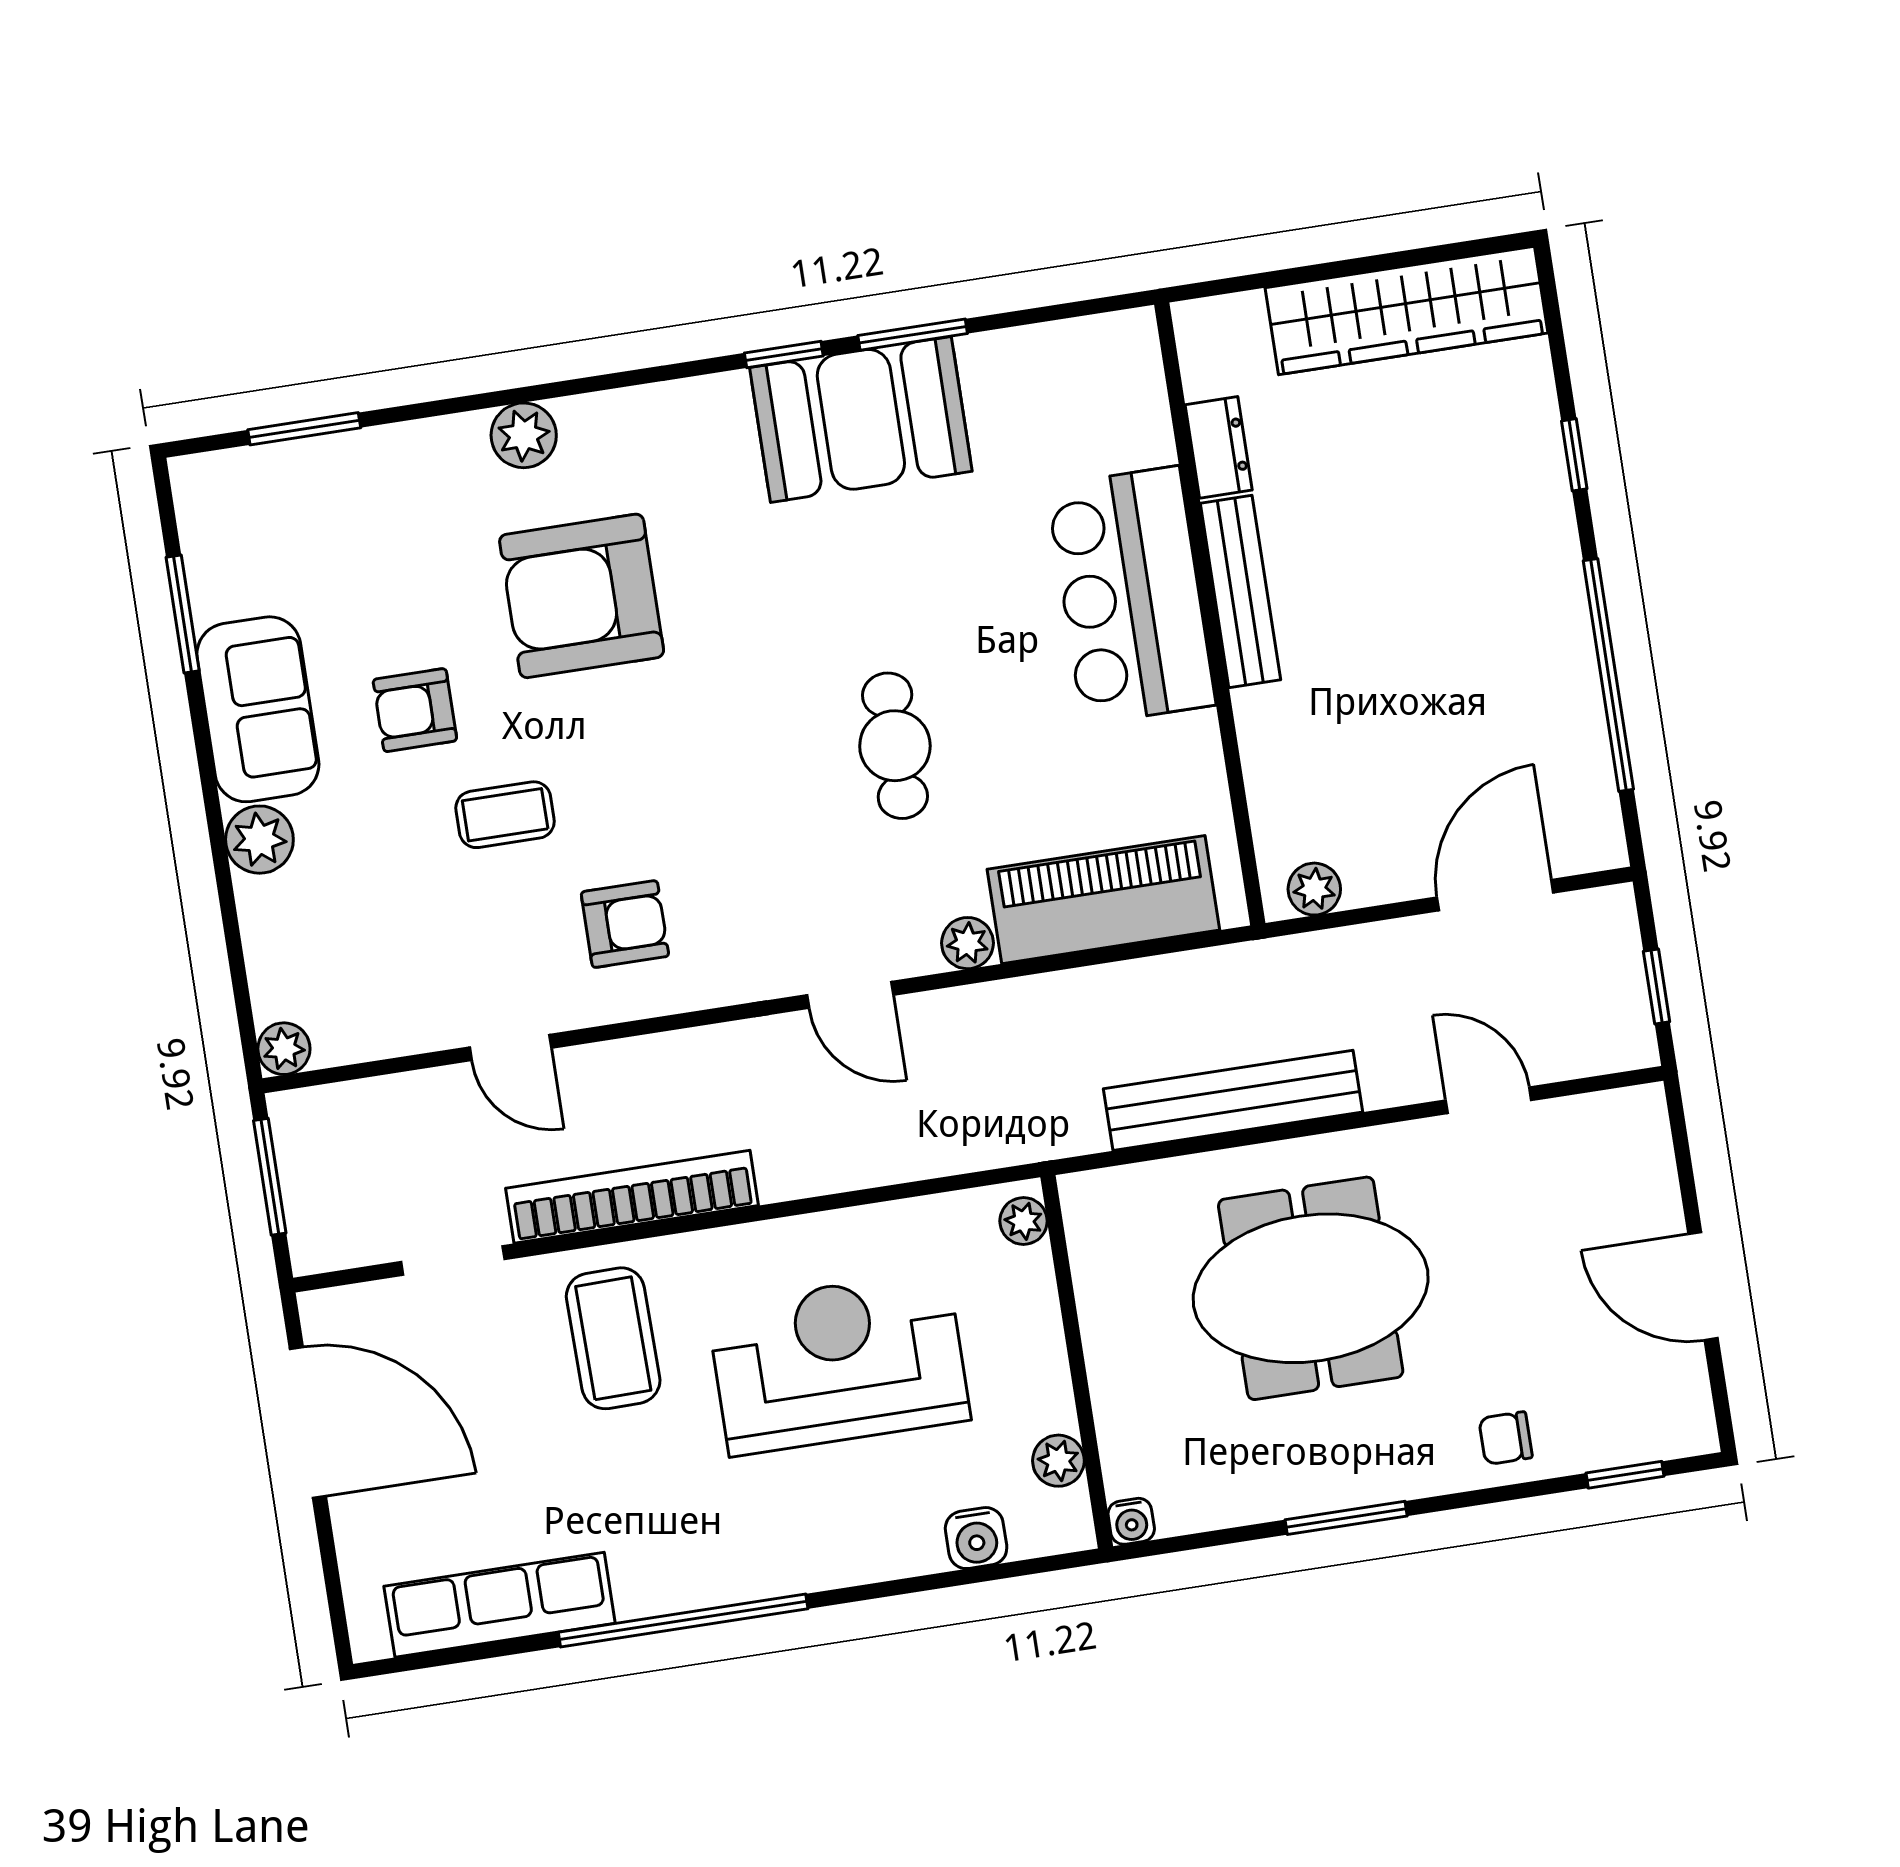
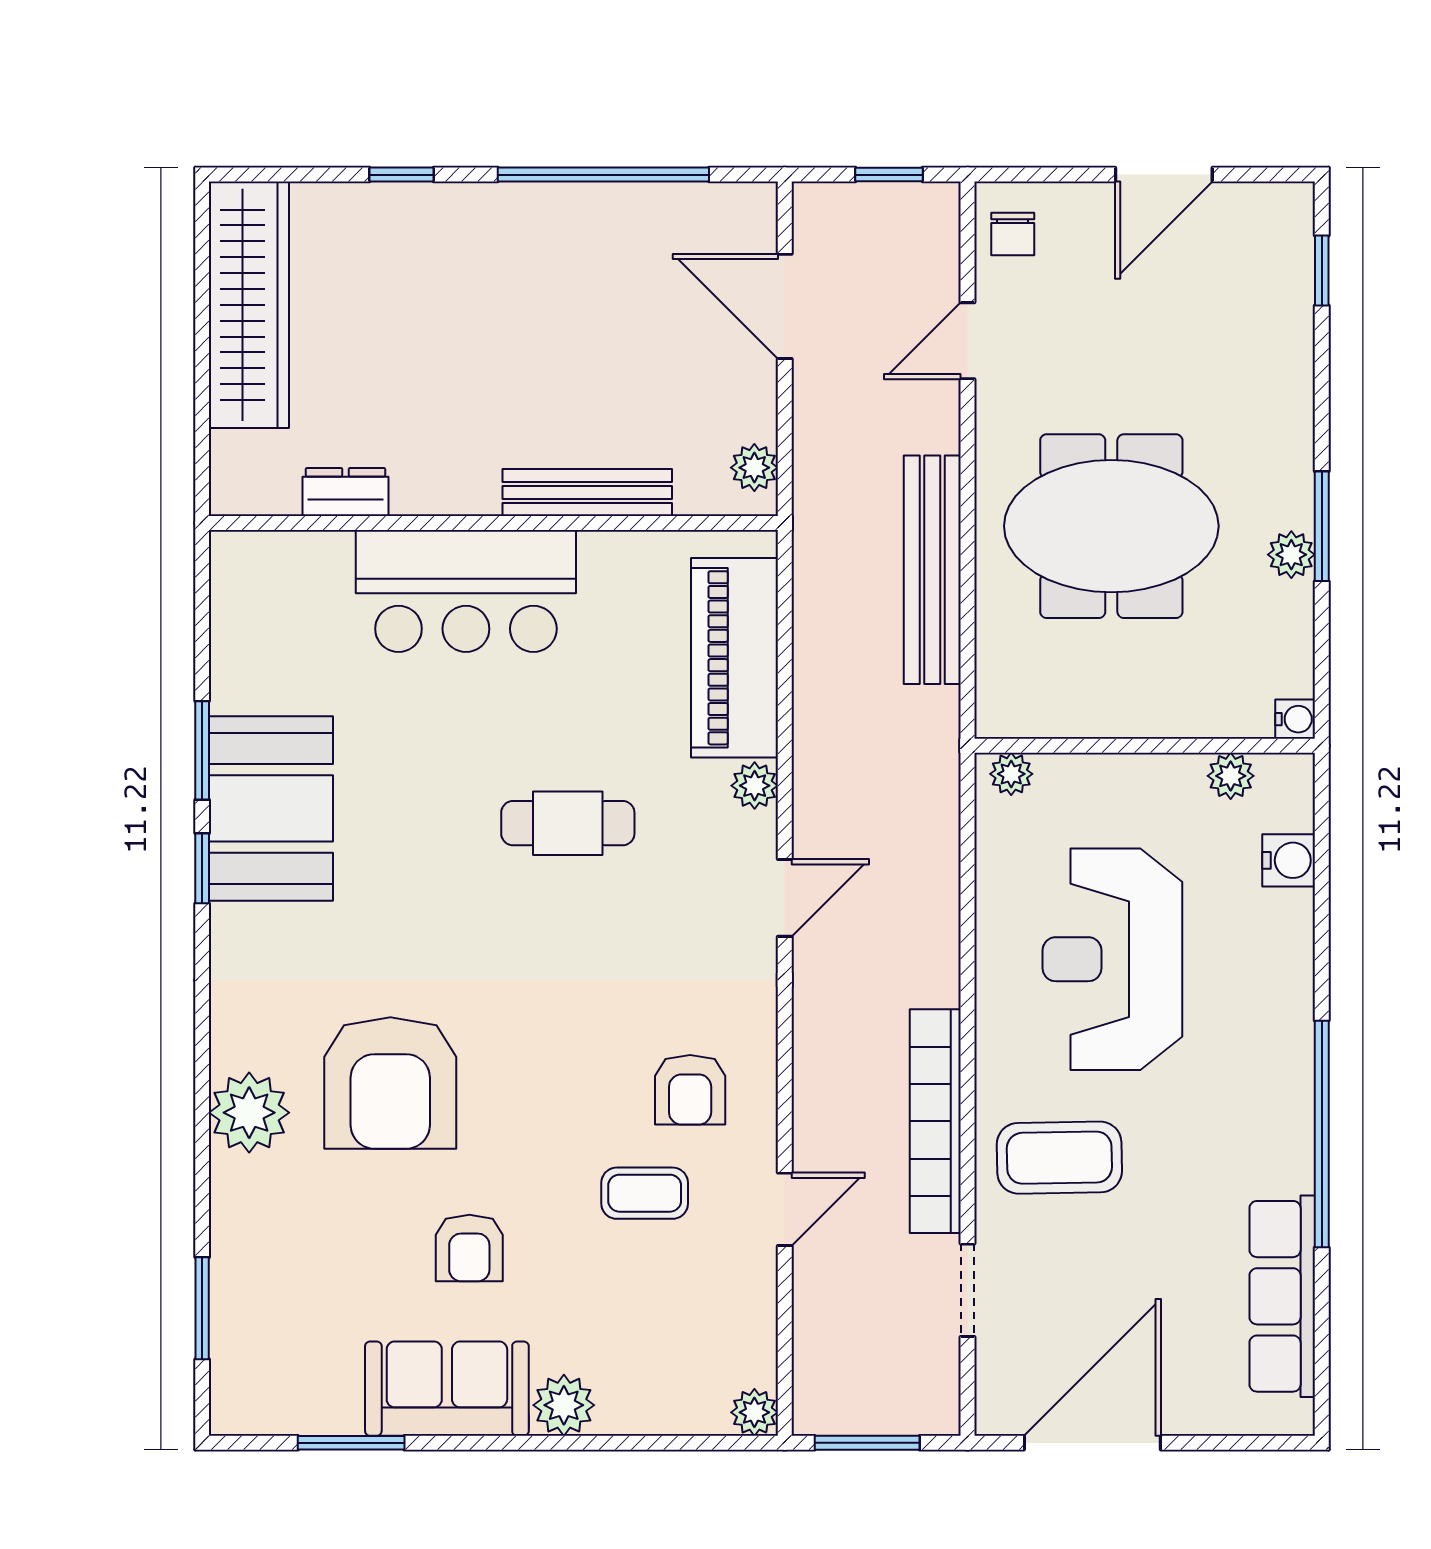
plant: (524, 435) -> (249, 1113), width x1.36, depth x1.36
bench: (1240, 592) -> (587, 492), moved
coffee table: (505, 815) -> (645, 1193), moved, turned 90
armchair: (625, 924) -> (690, 1090), turned 180
meeting table: (1311, 1288) -> (1111, 526), turned 90
chair: (1506, 1438) -> (1013, 234), moved
plant: (1310, 1489) -> (1291, 555), added

